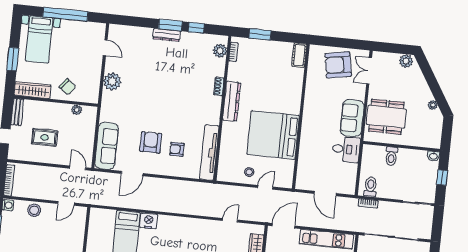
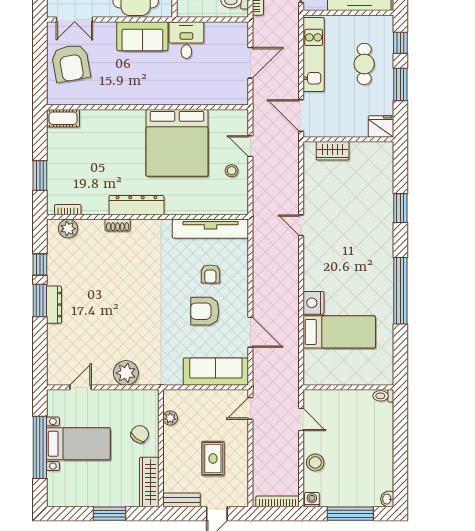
bed with nightstands: (39, 39) -> (78, 444), moved
door: (230, 220) -> (301, 225), moved

